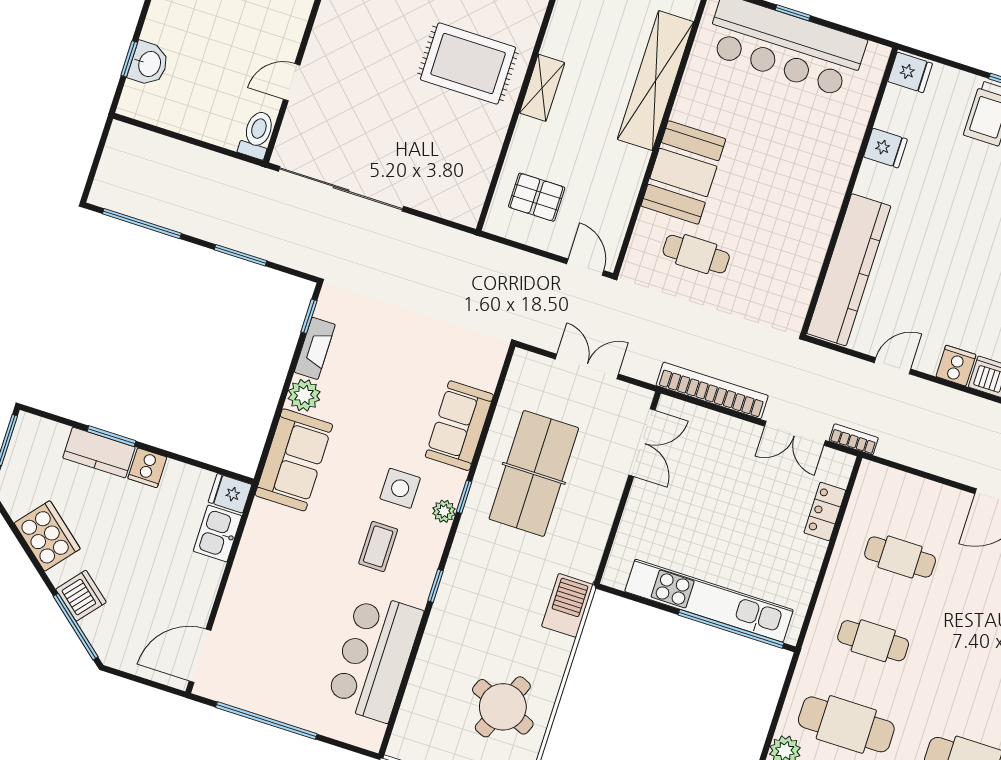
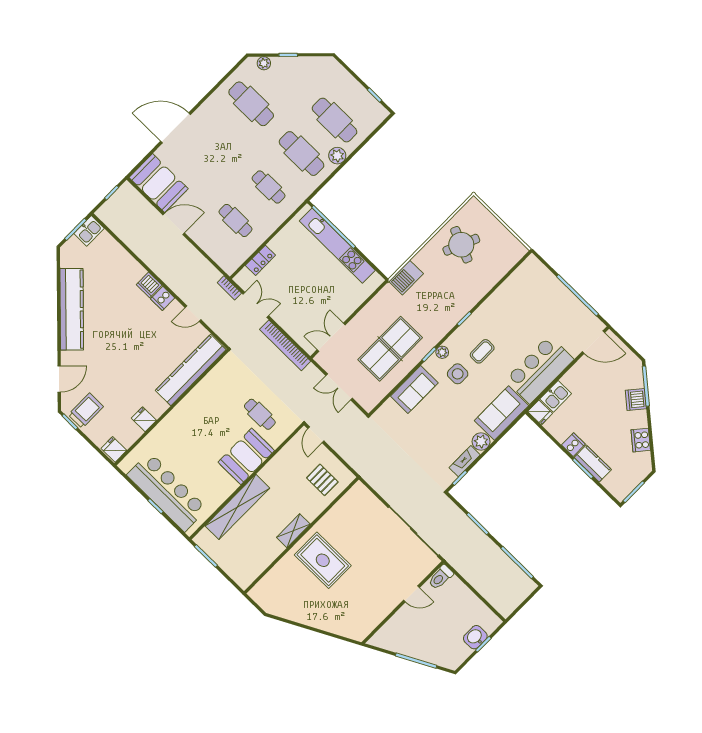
cooker: (47, 536) -> (641, 440), width x0.73, depth x0.76
bar counter: (375, 657) -> (539, 370), moved, turned 180

